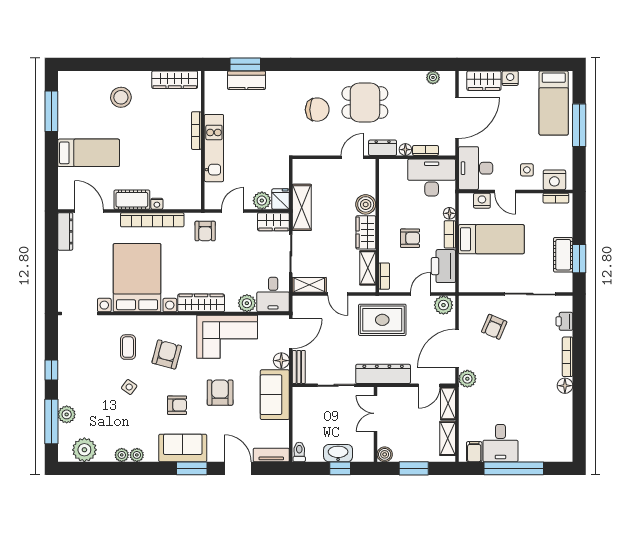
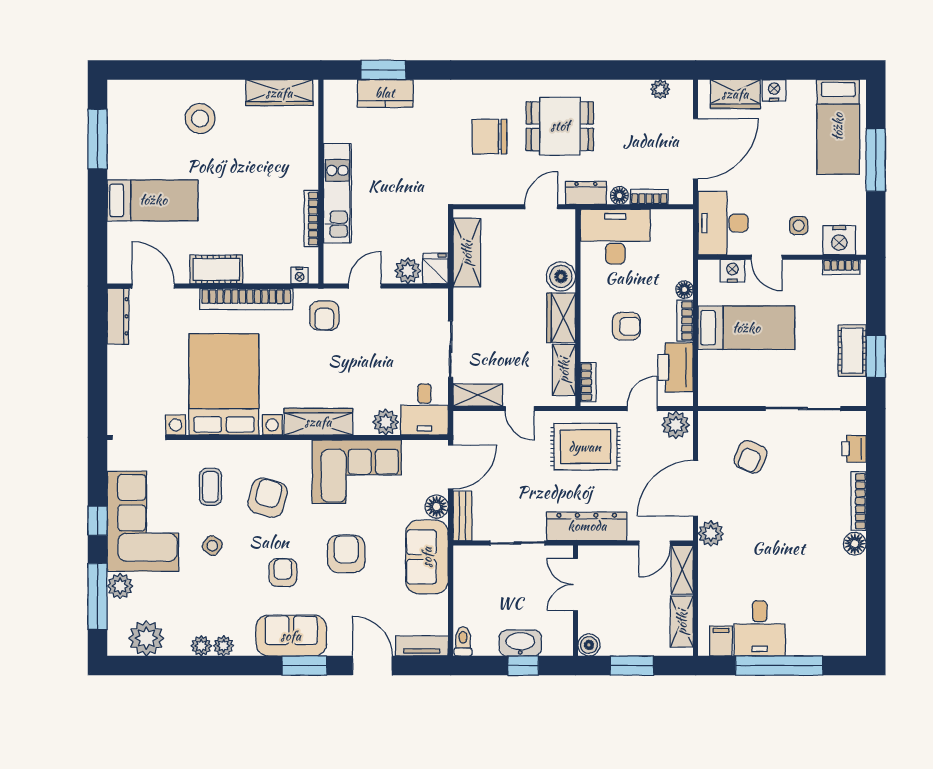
chair: (317, 110) -> (490, 137), turned 180
bookcase: (196, 131) -> (311, 219), moved
desk: (432, 177) -> (615, 237), moved
nightstand: (157, 204) -> (300, 275), moved
shelving: (302, 207) -> (467, 253), moved
wardrobe: (273, 222) -> (425, 302), removed
corner sofa: (82, 370) -> (143, 521), added
armchair: (177, 405) -> (283, 572), turned -90

